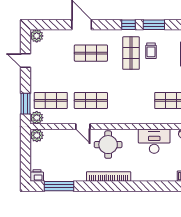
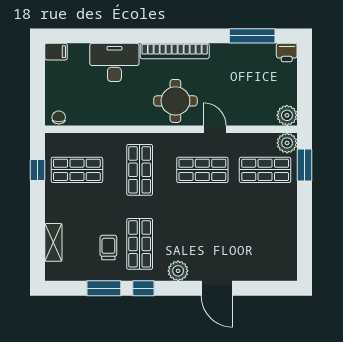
plant: (37, 36) -> (178, 271), moved
shop shelf: (91, 53) -> (140, 170), moved, turned 90
door: (26, 61) -> (304, 232), removed
desk: (154, 141) -> (114, 62), moved, turned 180

